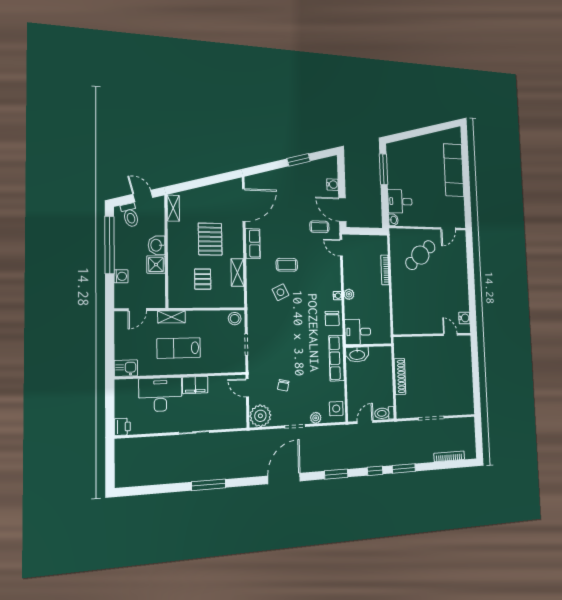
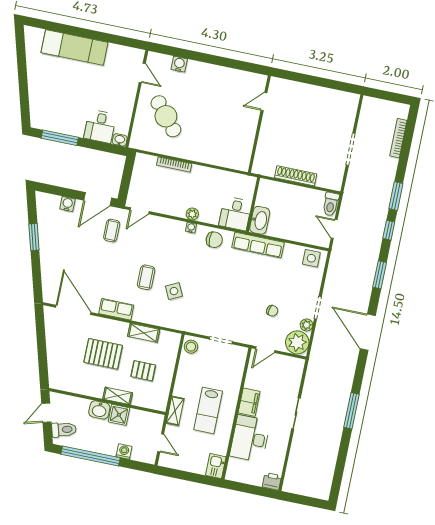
shelving: (173, 208) -> (118, 396), moved
water cooler: (464, 318) -> (179, 64), moved
plant: (316, 418) -> (306, 325), moved

